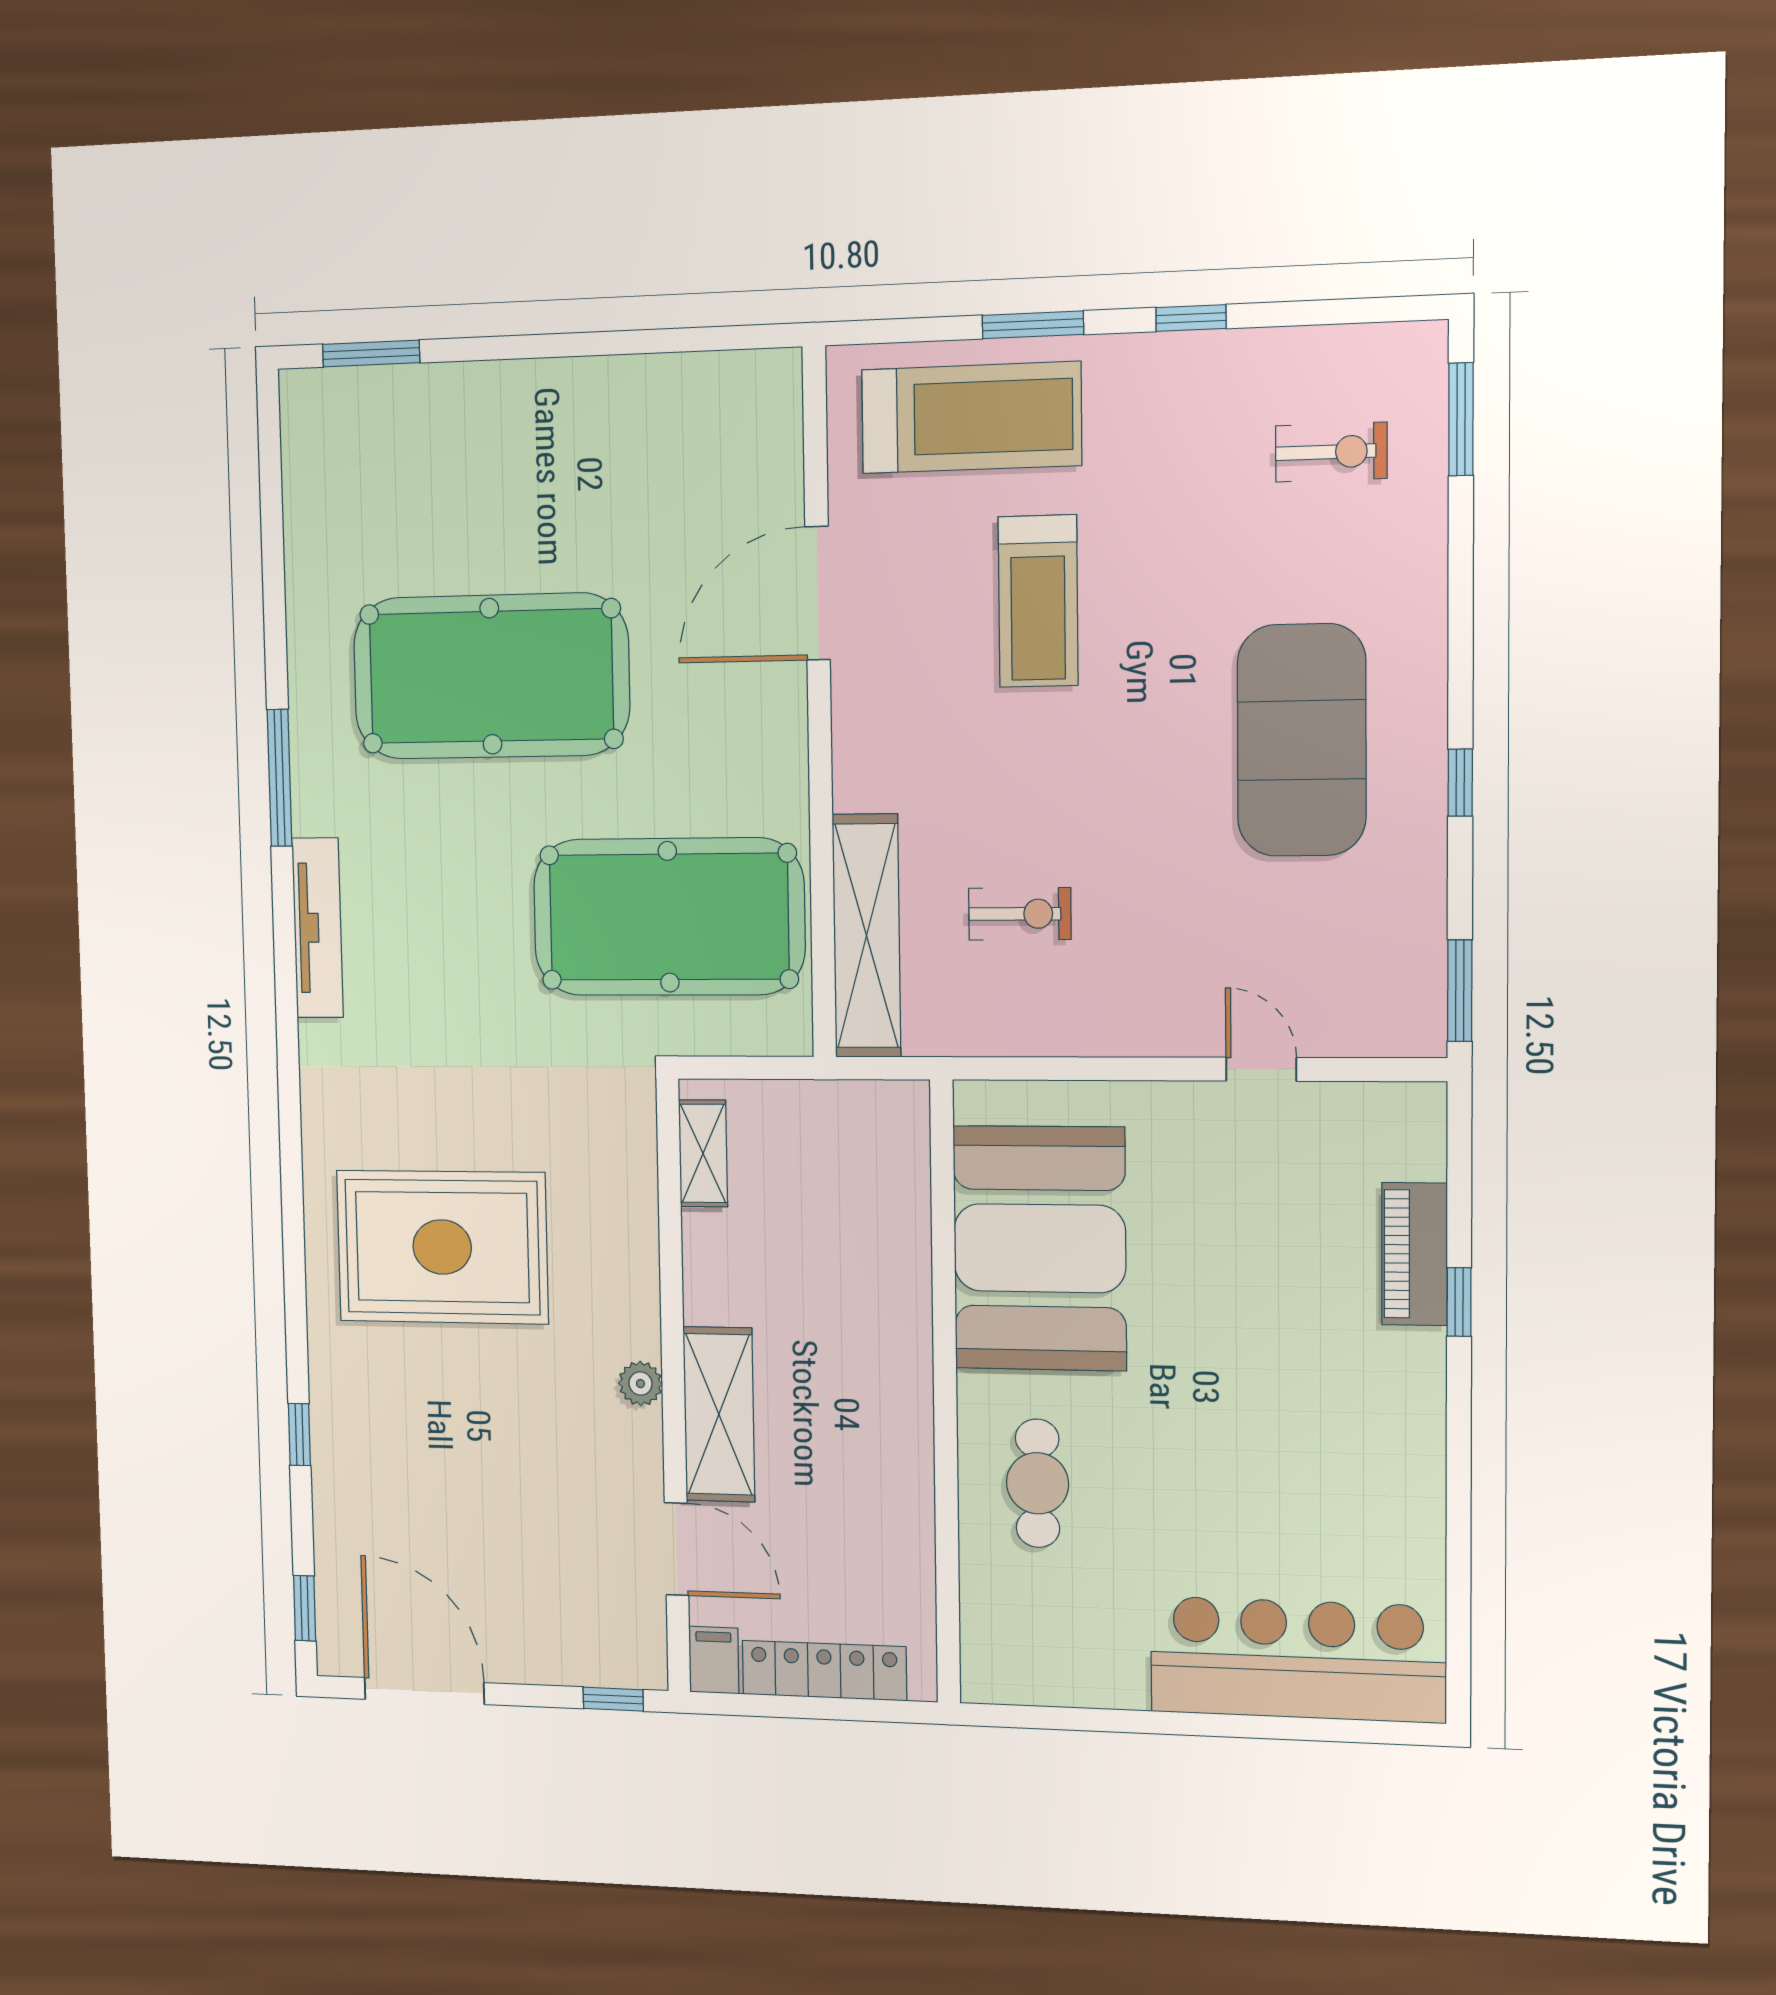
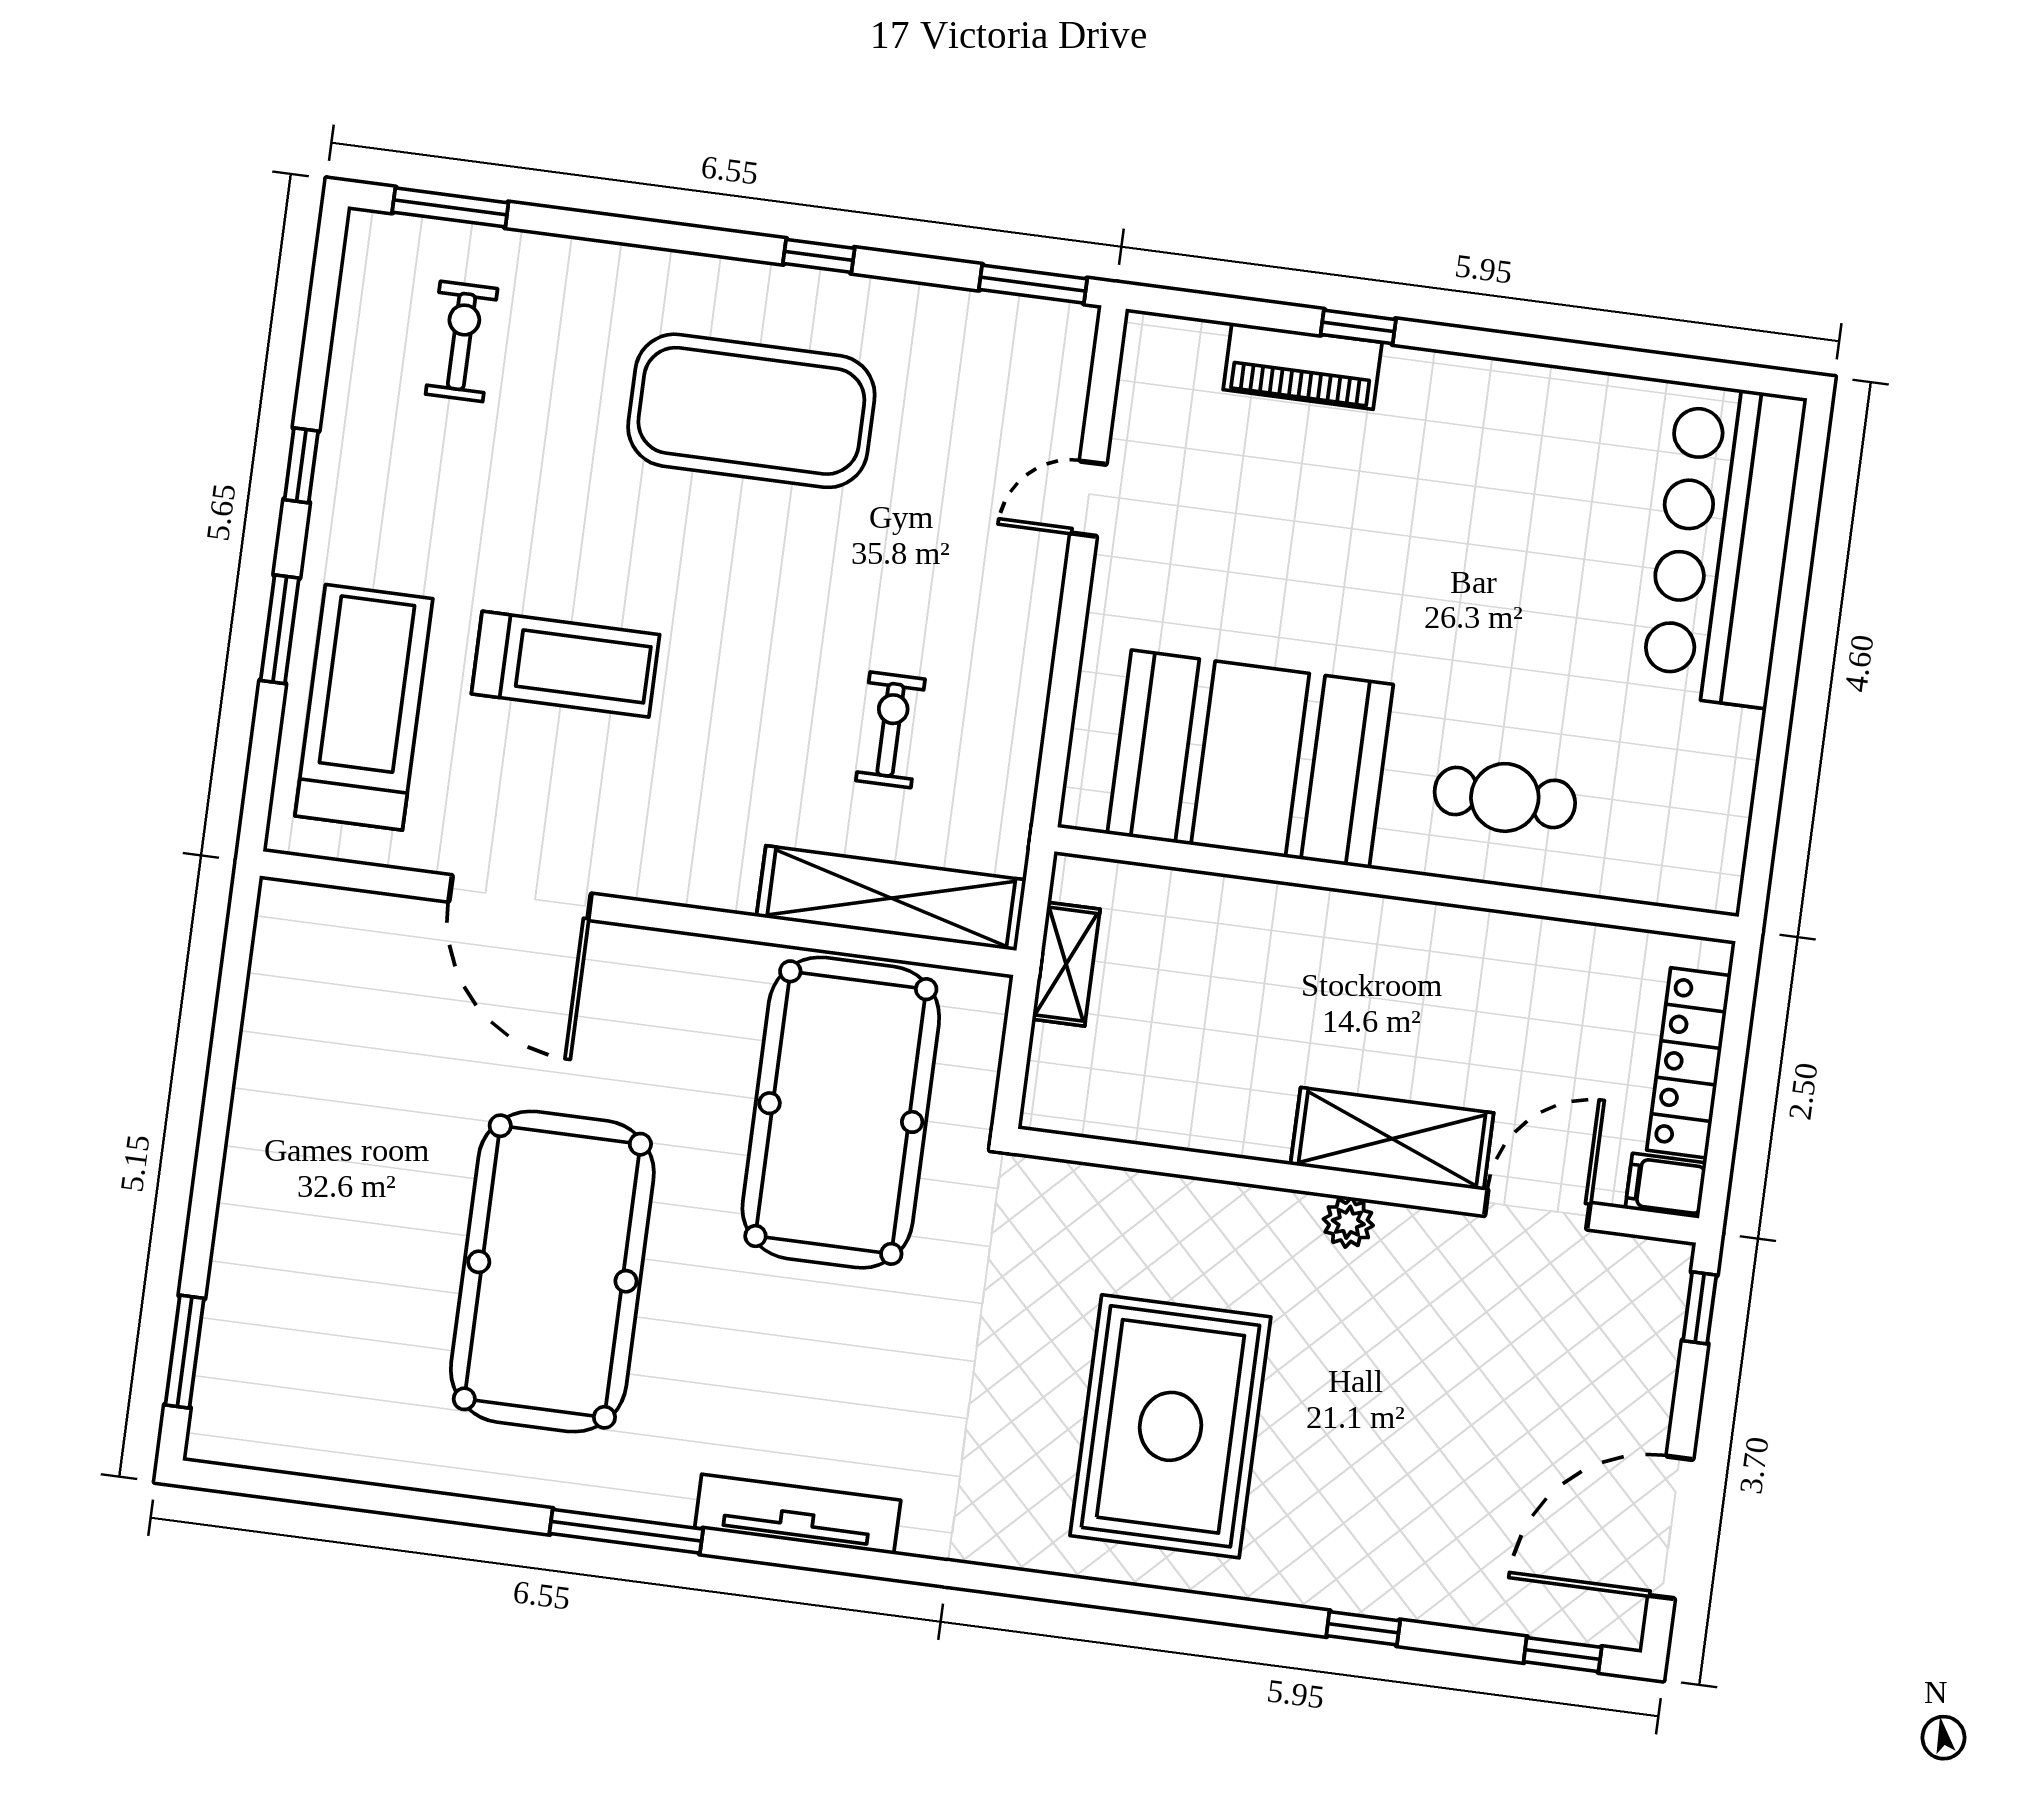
shelving: (703, 1153) -> (1066, 964), moved, turned 90

